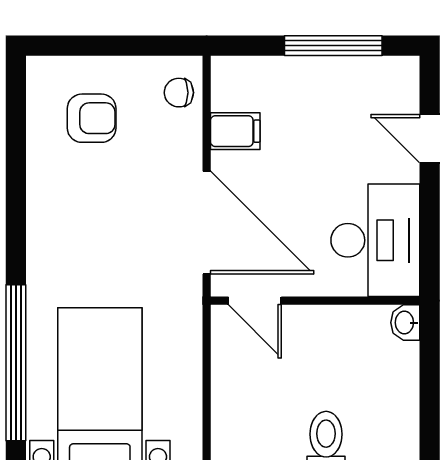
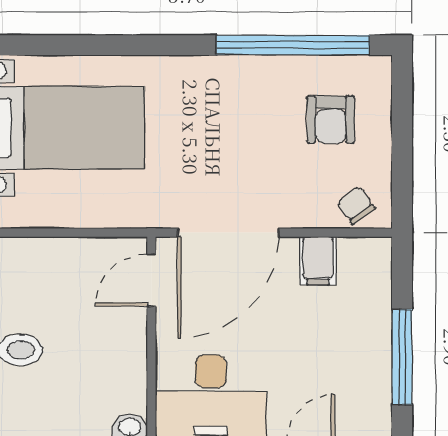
chair: (179, 93) -> (356, 205), turned -36
window: (16, 363) -> (293, 45), moved

